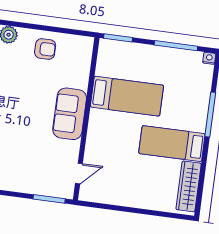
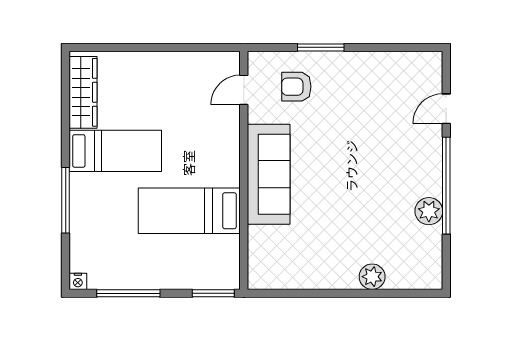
armchair: (45, 49) -> (296, 87), moved
sofa: (70, 114) -> (269, 174), width x1.36
window: (49, 199) -> (321, 47), moved

